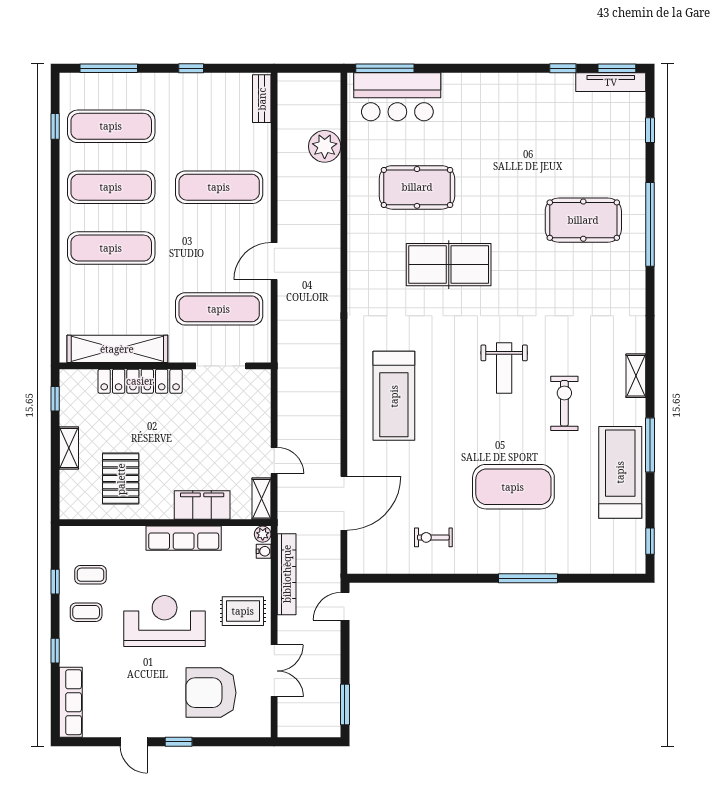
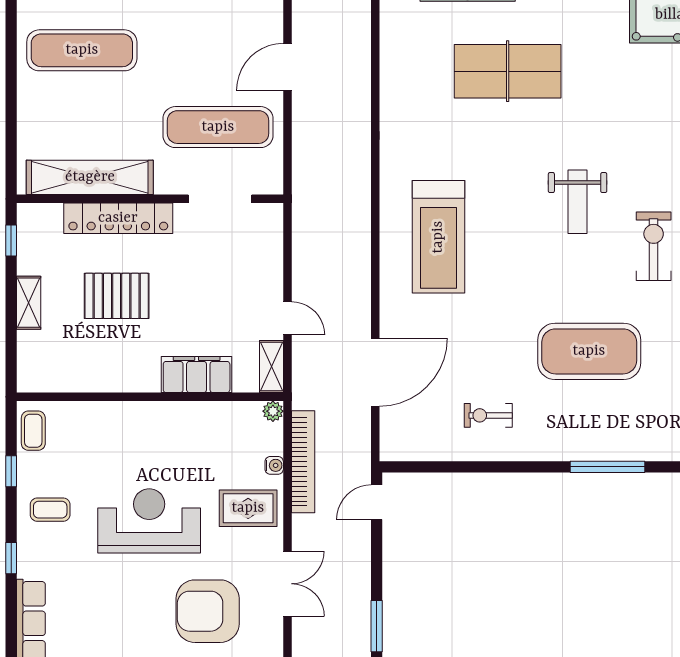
pallet: (121, 479) -> (117, 296), moved, turned 90
row of seats: (184, 538) -> (173, 416), removed
water cooler: (264, 551) -> (274, 465), moved
coffee table: (91, 575) -> (33, 431), moved, turned 90

